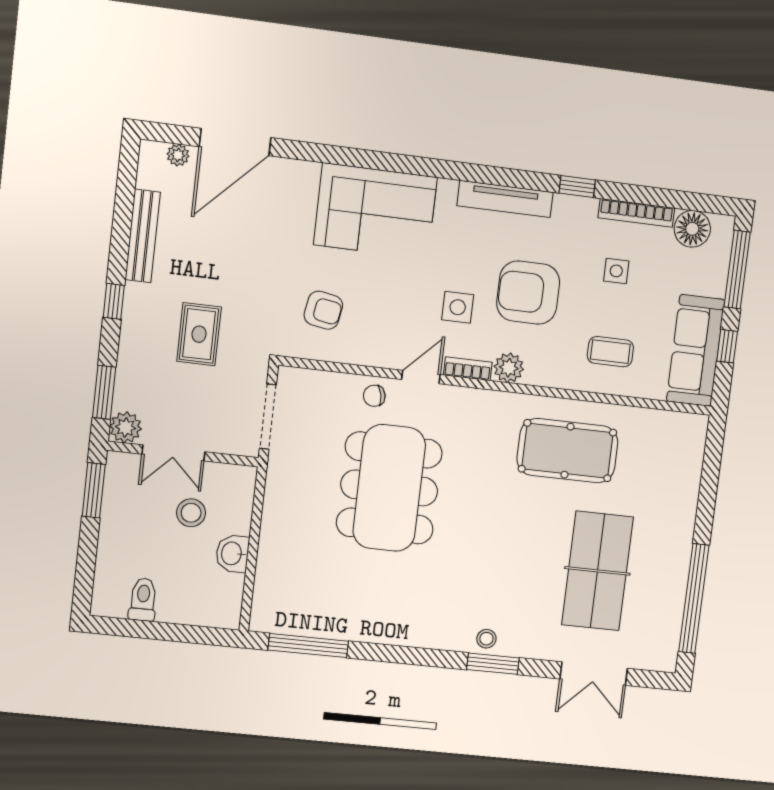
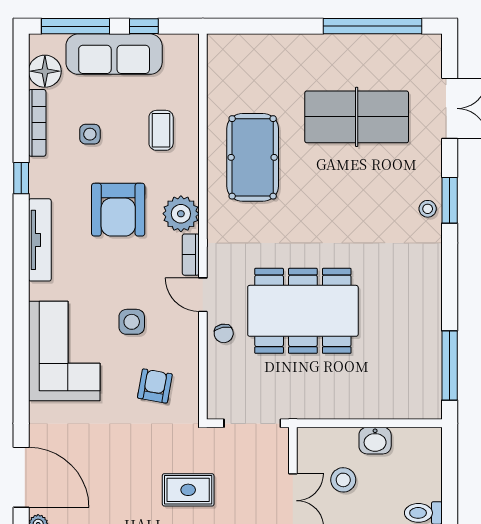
side table: (458, 307) -> (132, 322), moved
sofa: (696, 350) -> (114, 54), moved
plant: (509, 368) -> (181, 214), width x1.36, depth x1.36

